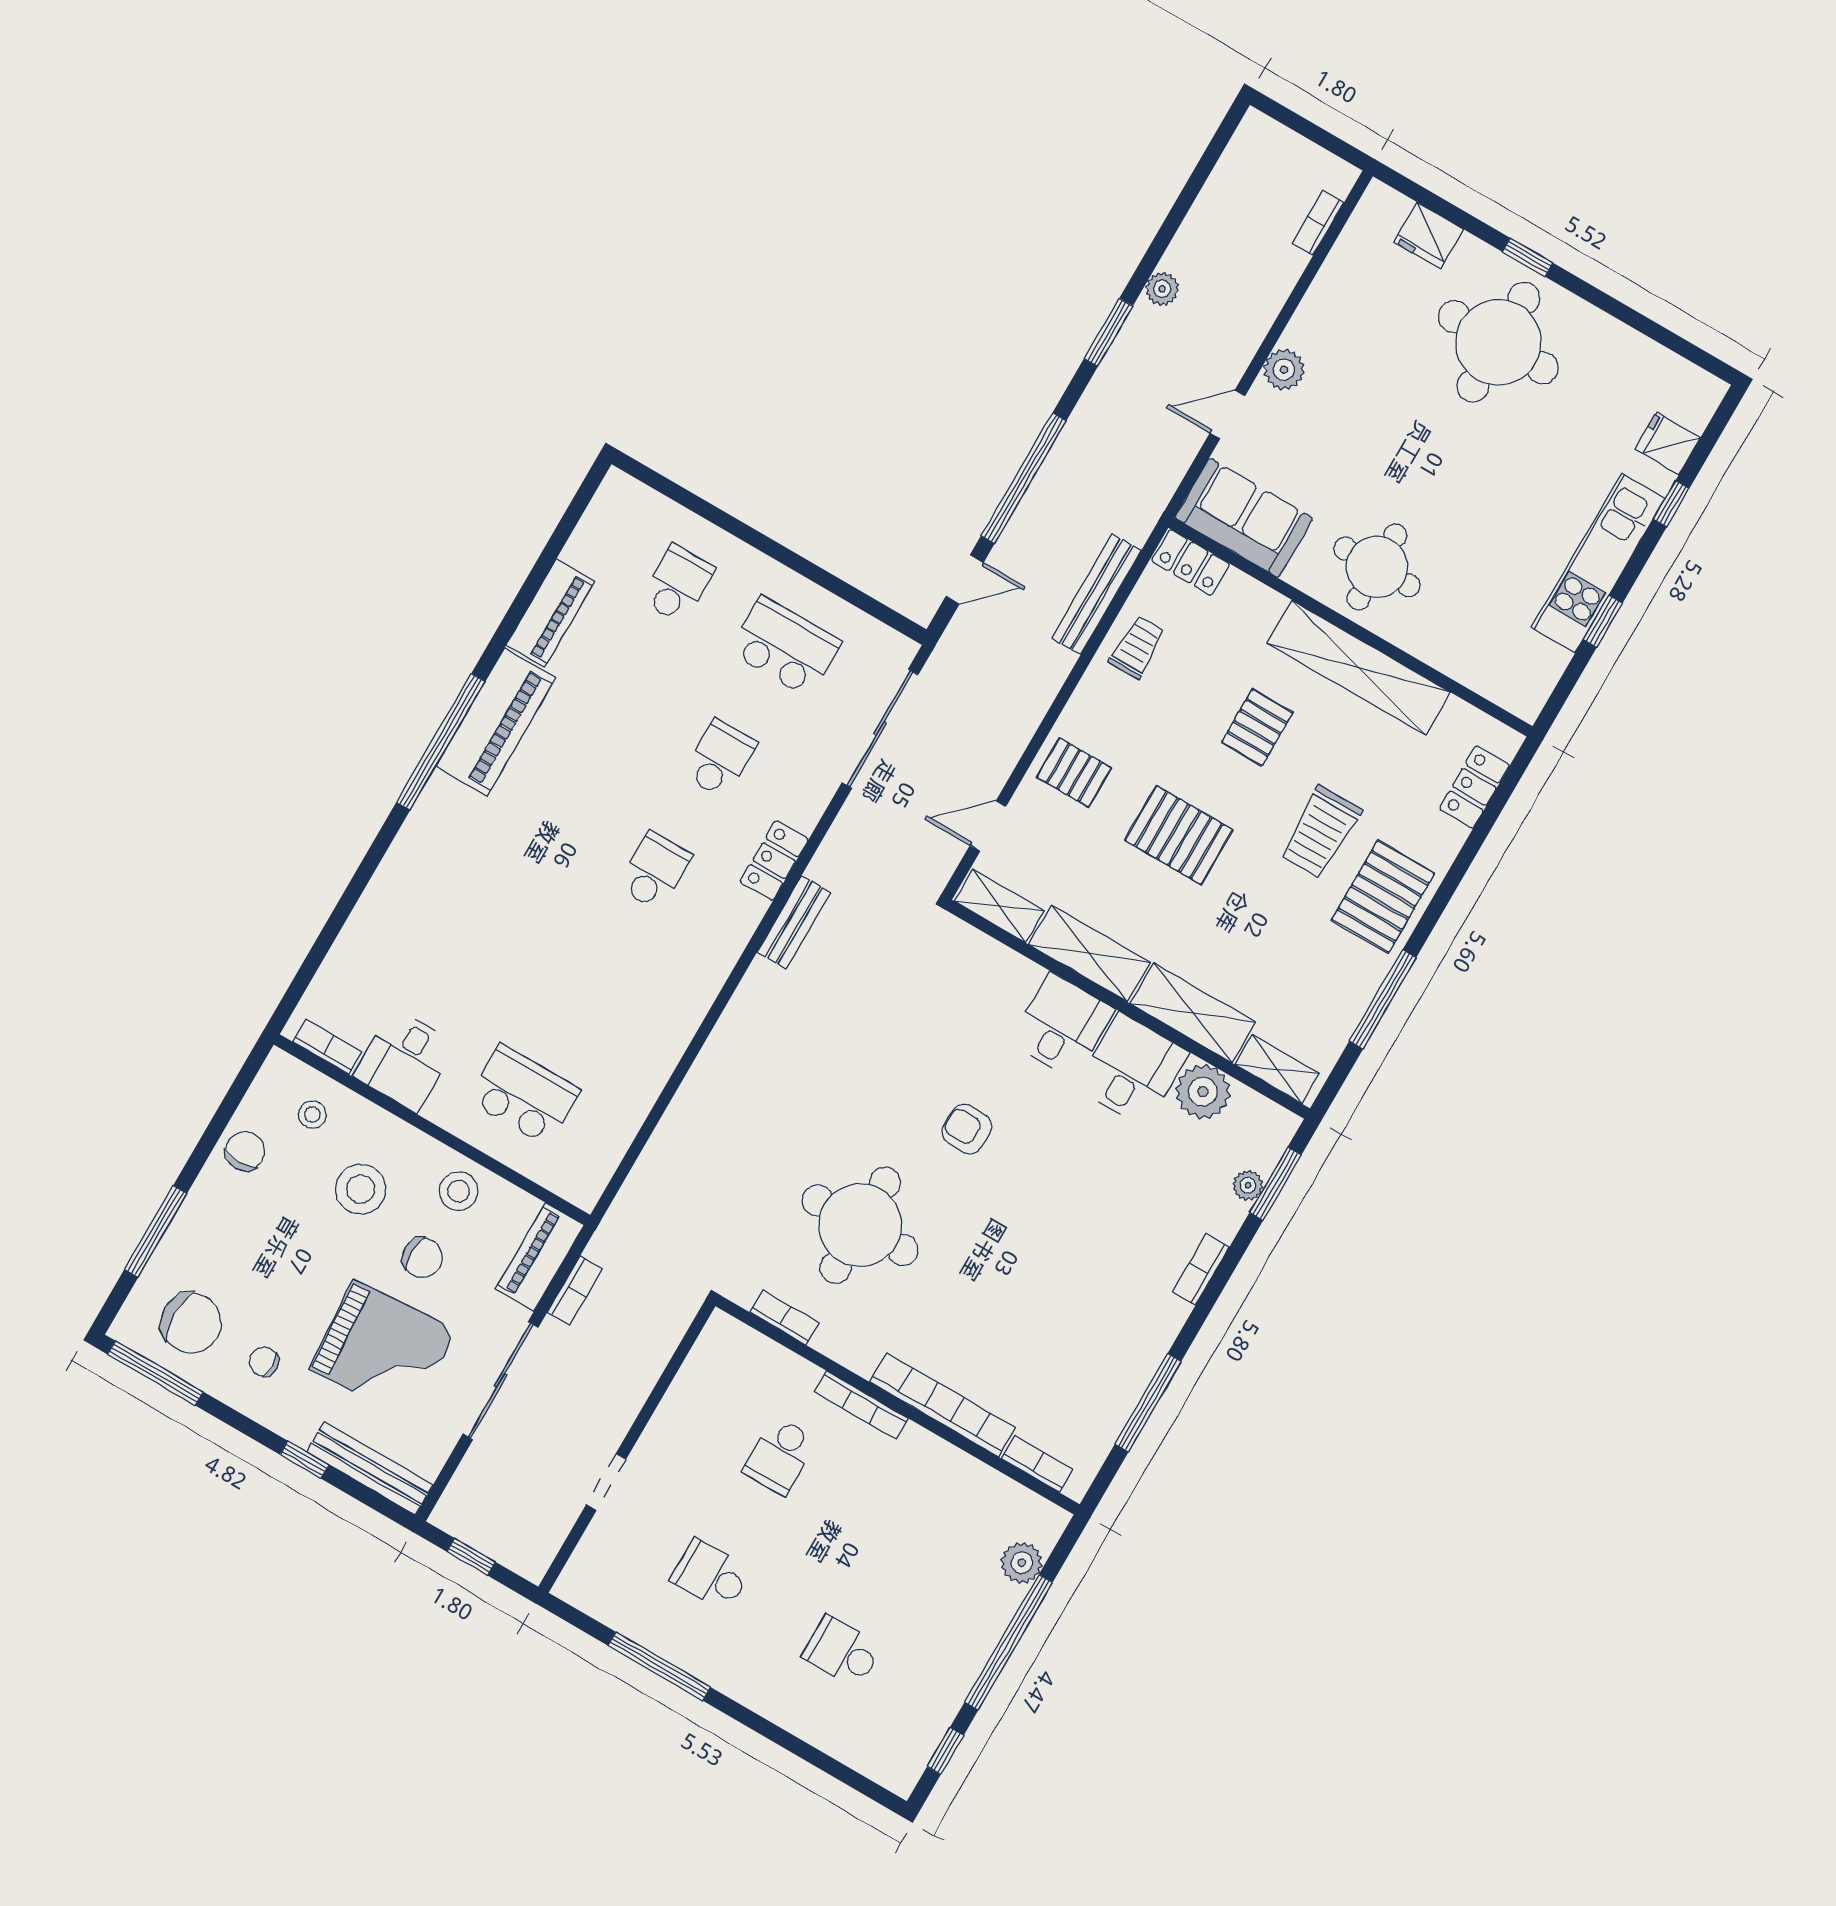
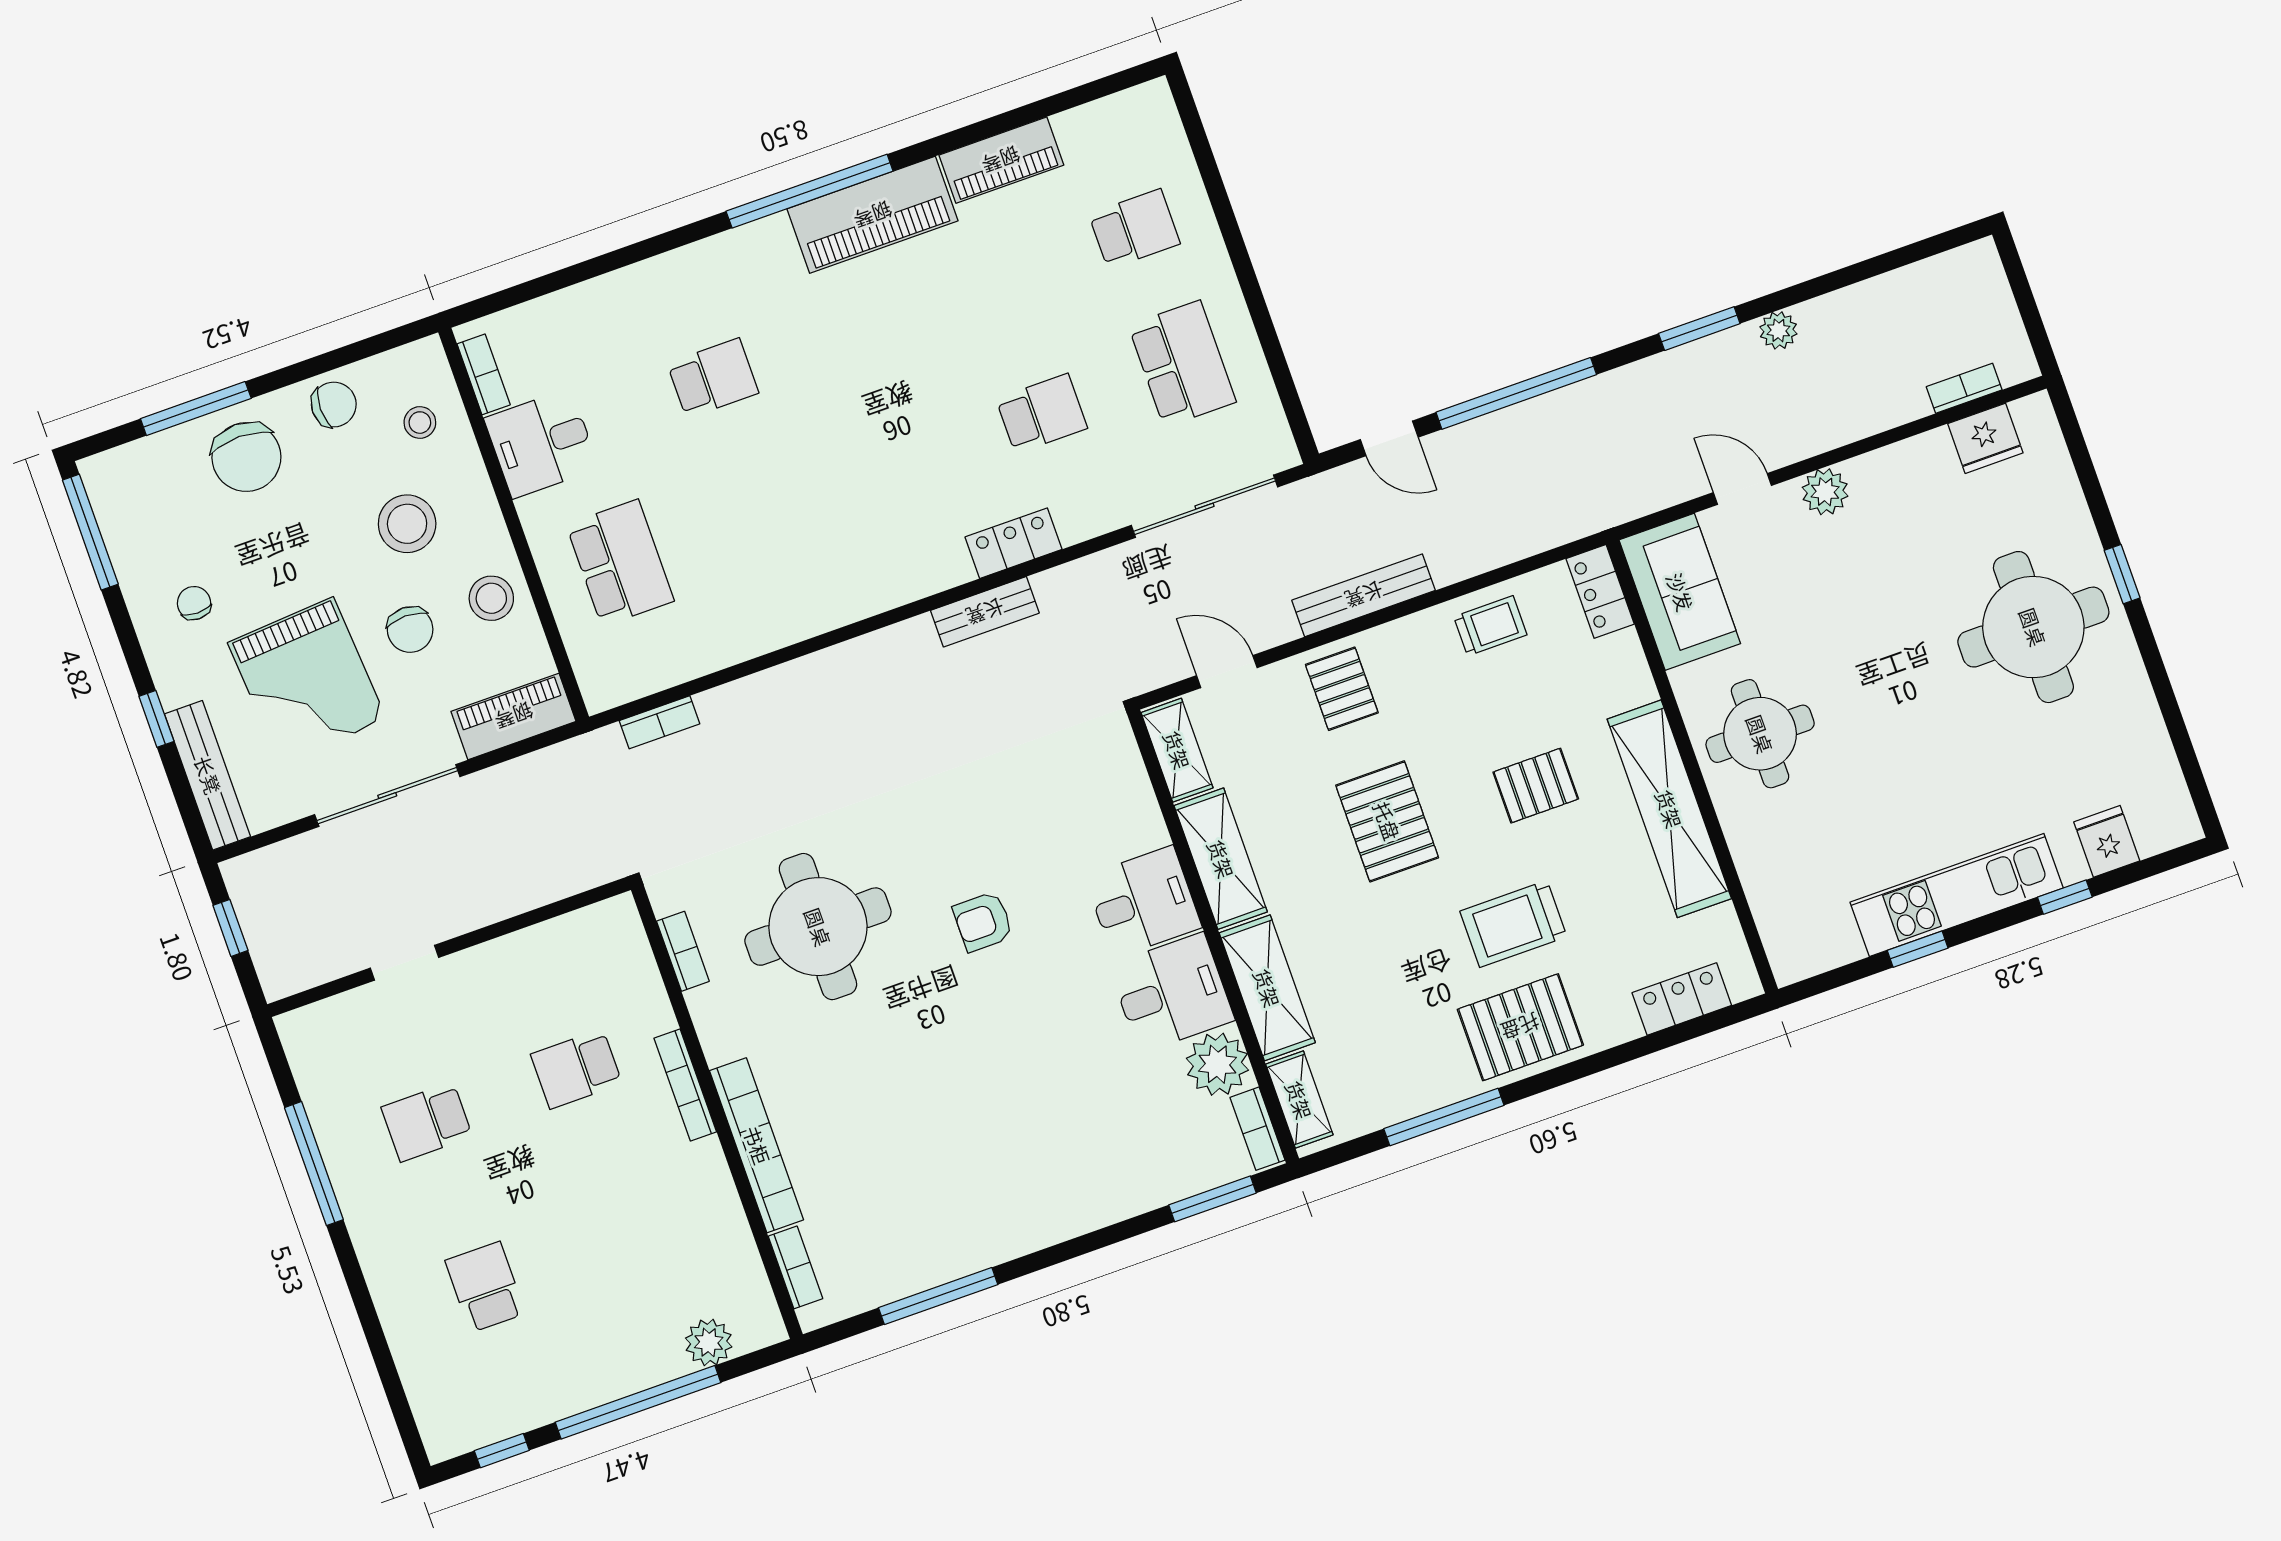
fridge: (1429, 236) -> (1985, 438), moved, turned -90
bench: (1096, 594) -> (1364, 595), moved
school desk: (655, 871) -> (713, 378), moved
armchair: (967, 1129) -> (983, 922), turned -92
plant: (1248, 1185) -> (1187, 1180), removed
bookcase: (1201, 1270) -> (1257, 1129), moved, turned -90
bookcase: (575, 1291) -> (660, 722), moved
chair: (191, 1323) -> (246, 457), moved
school desk: (711, 1575) -> (427, 1122), turned -90

